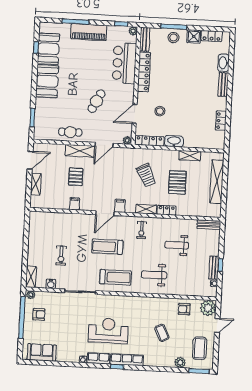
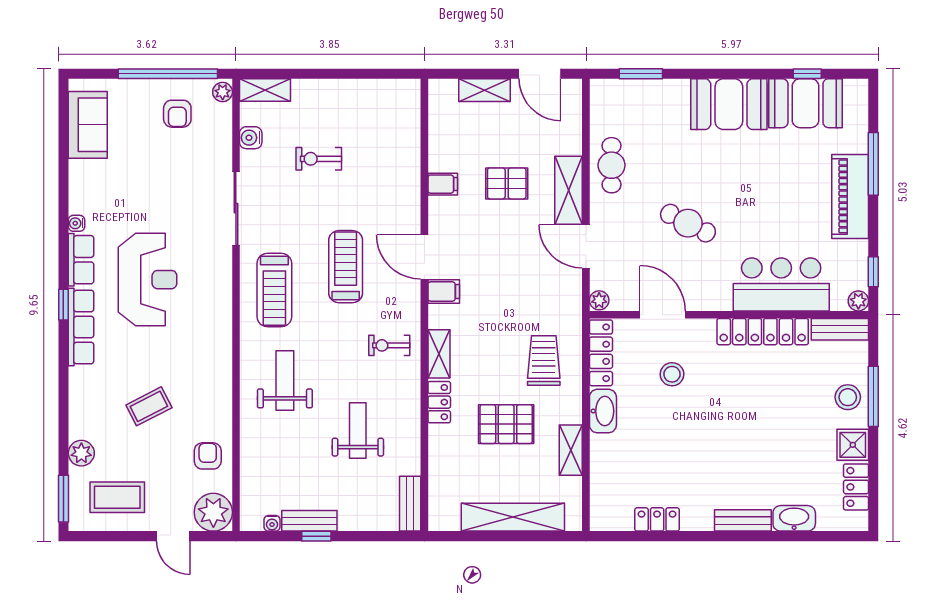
trolley: (146, 175) -> (544, 361), moved, turned 116

